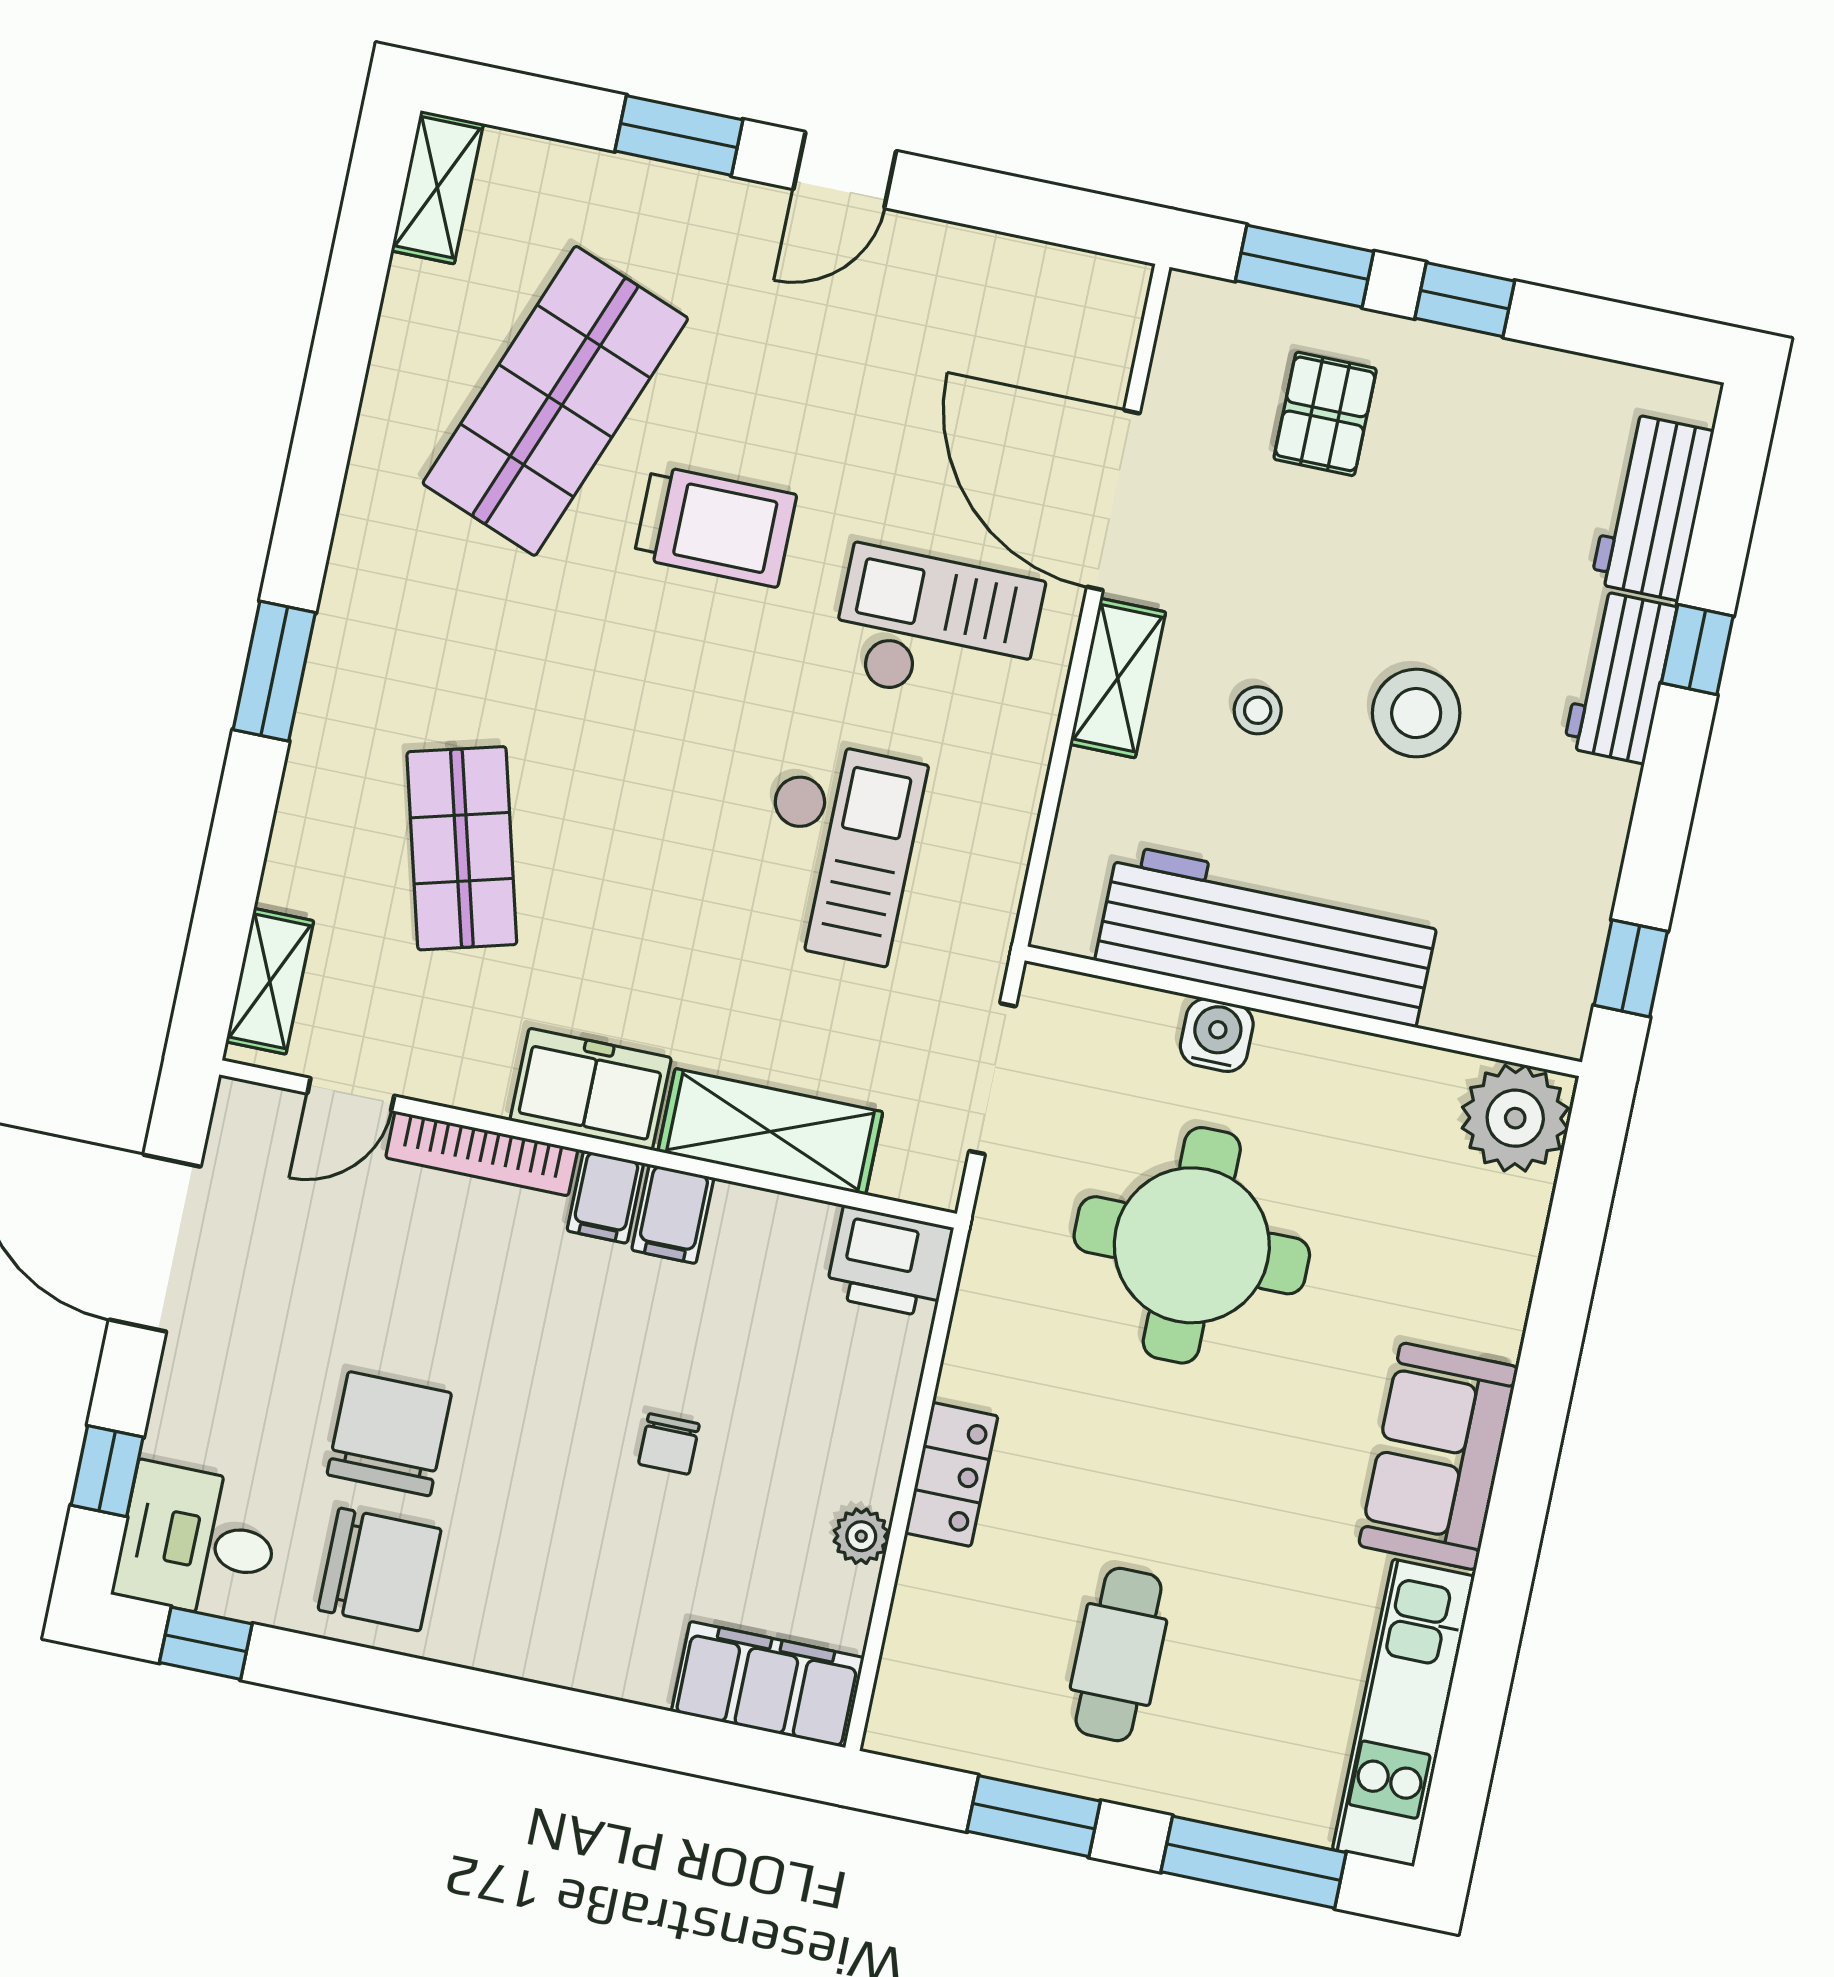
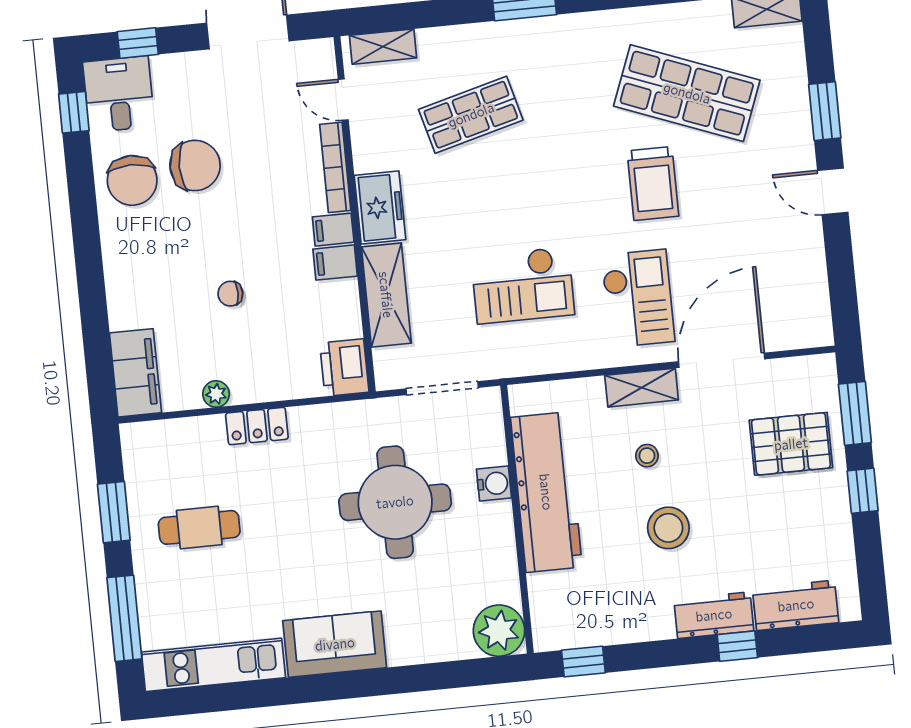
pallet: (1325, 414) -> (791, 444), width x1.50, depth x1.42

